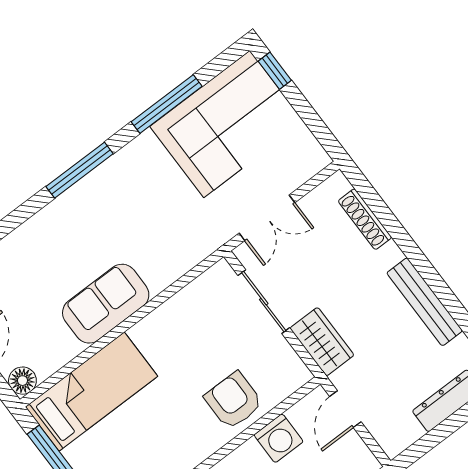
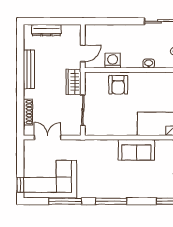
double door: (267, 218) -> (48, 138), moved

